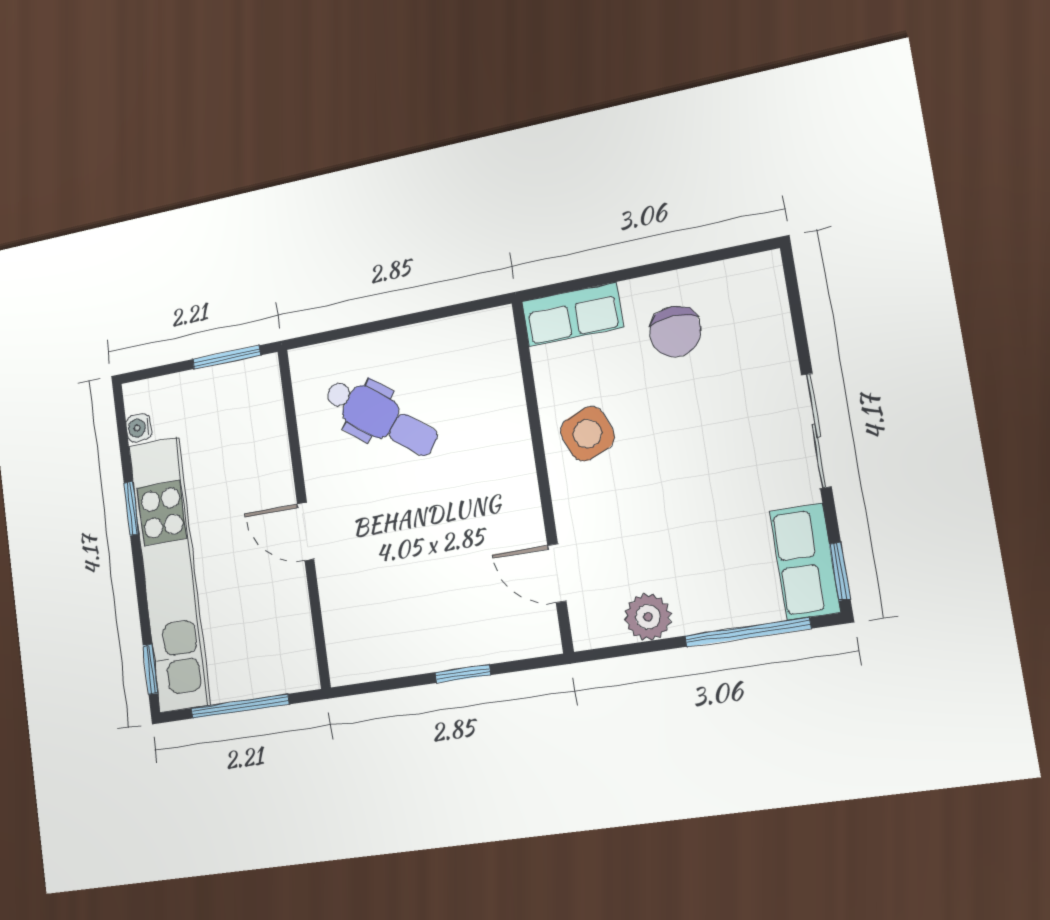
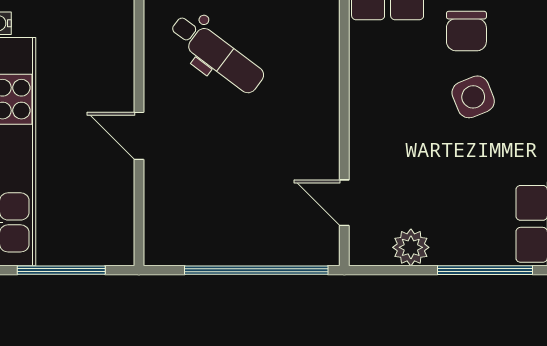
side table: (587, 434) -> (473, 97), moved
window: (463, 674) -> (256, 270), width x3.17

